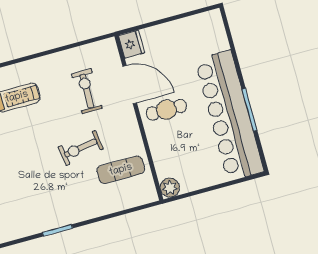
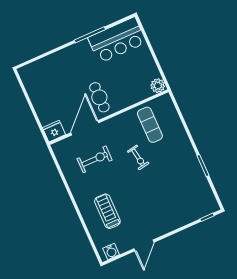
exercise bike: (87, 91) -> (95, 159), turned 180
bar counter: (229, 116) -> (117, 40), width x0.54
exercise bike: (81, 148) -> (138, 157), width x0.73, depth x0.72

